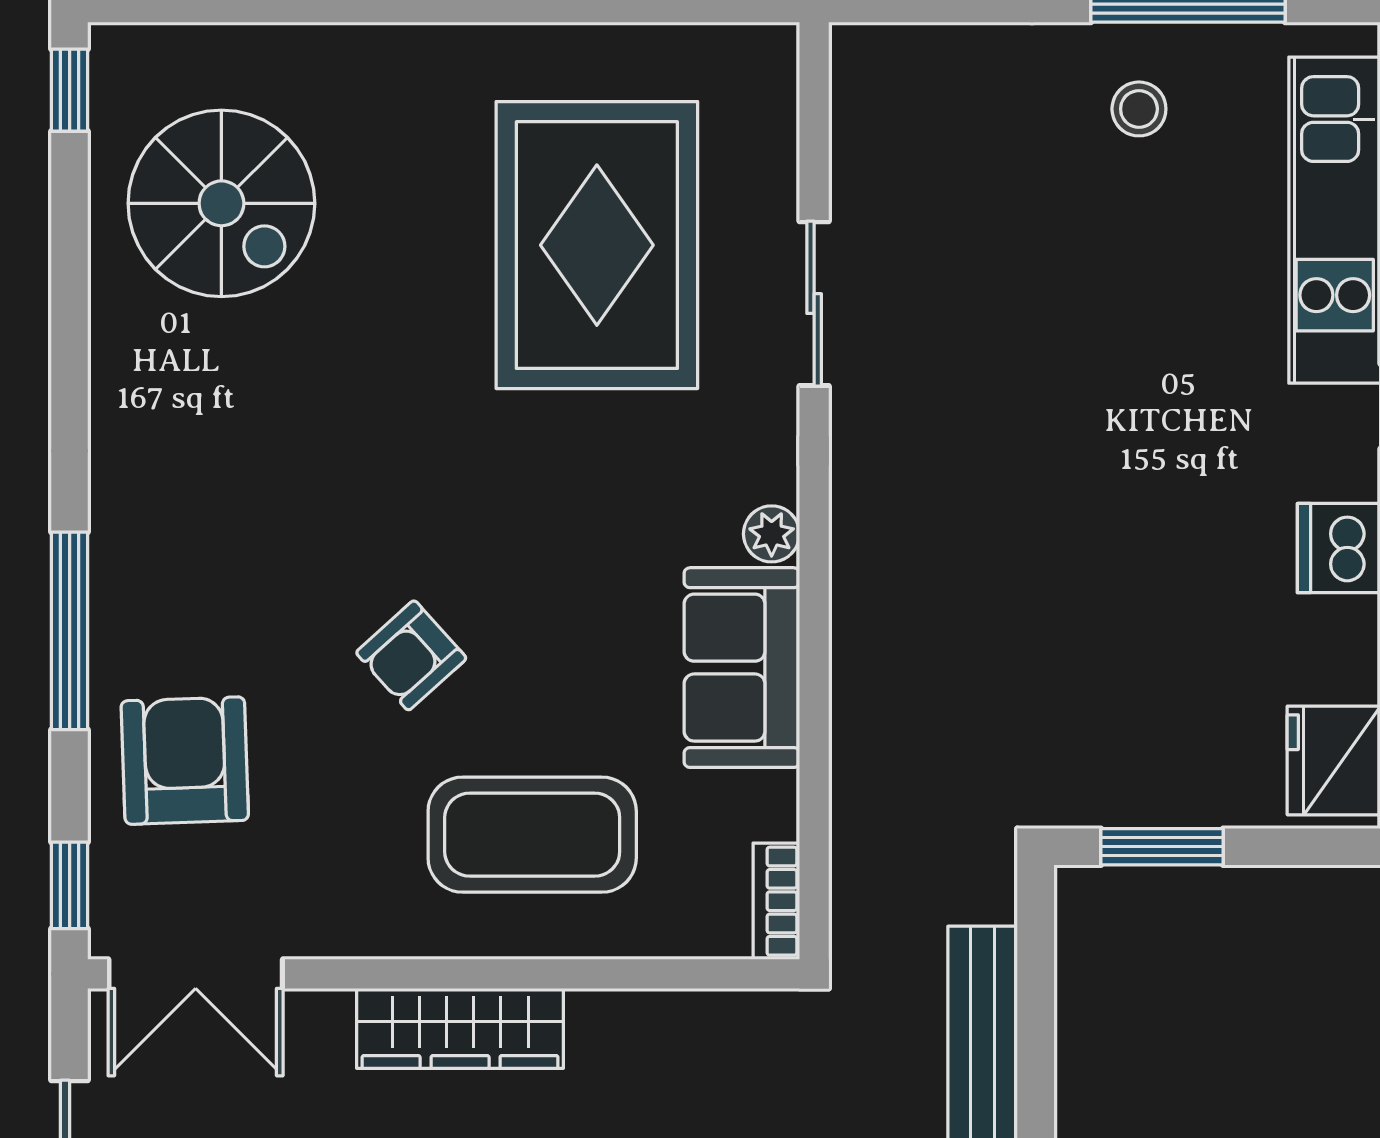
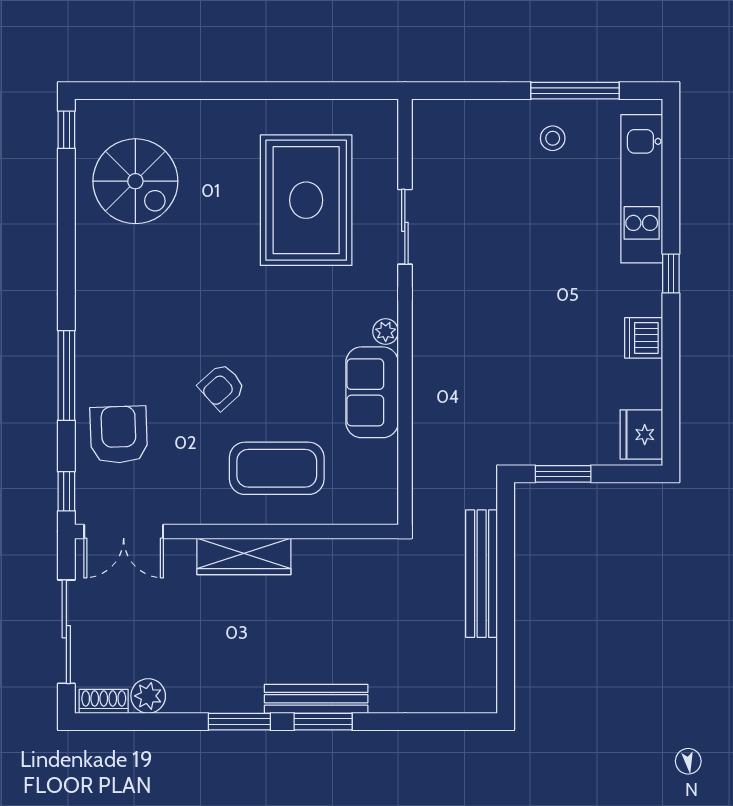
bookcase: (776, 901) -> (388, 499), removed

